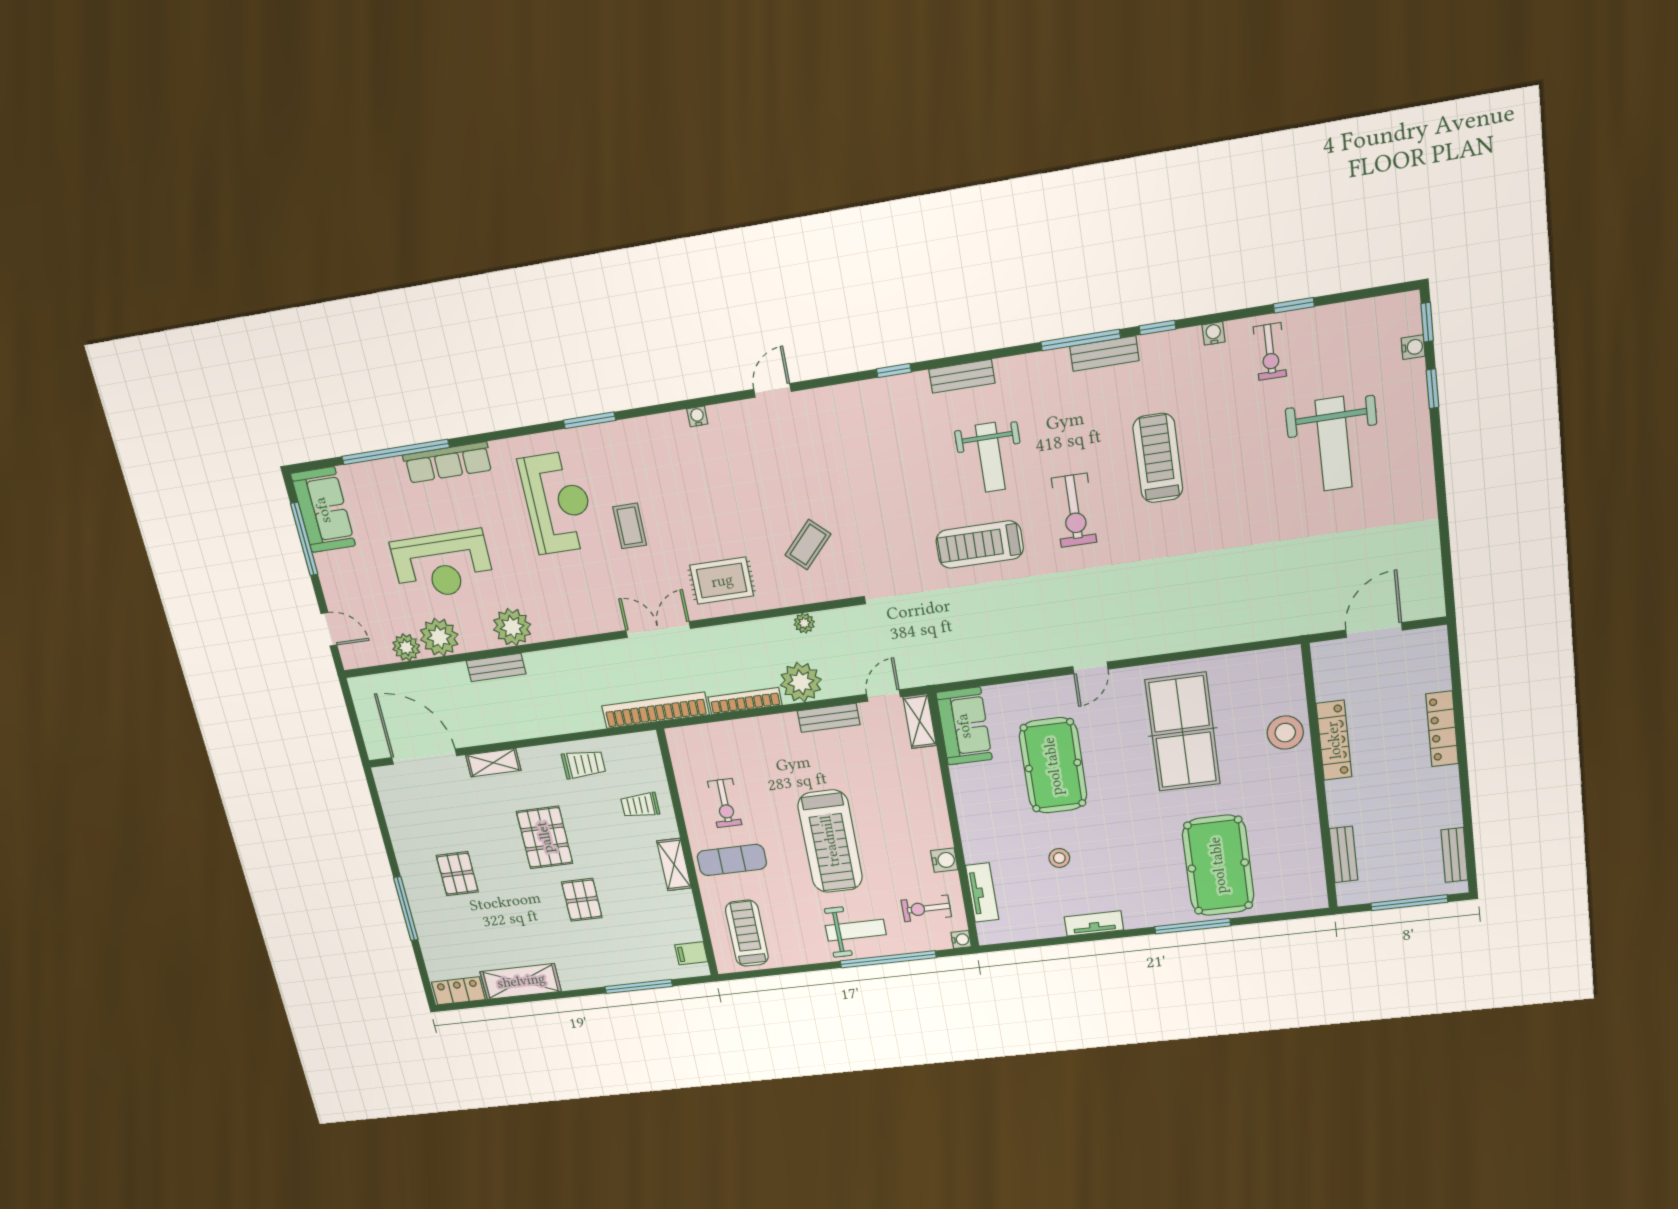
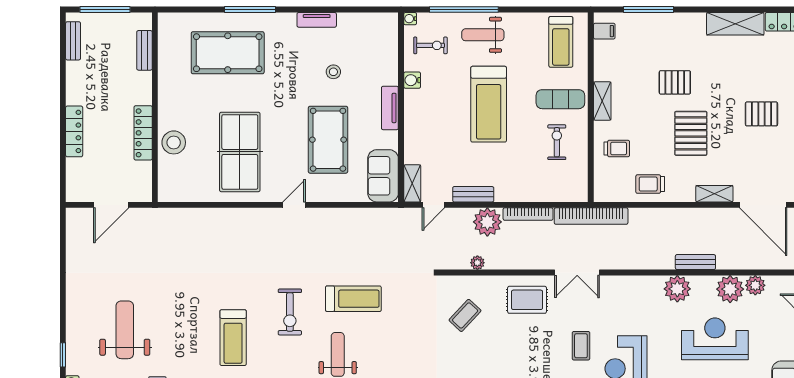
exercise bike: (1074, 510) -> (290, 312), turned 180
treadmill: (830, 841) -> (489, 104), turned 180
pool table: (1218, 865) -> (228, 53), turned 90
pallet: (457, 874) -> (761, 114), turned 90
tv unit: (982, 892) -> (390, 108), moved
pallet: (582, 900) -> (675, 82), turned 90

